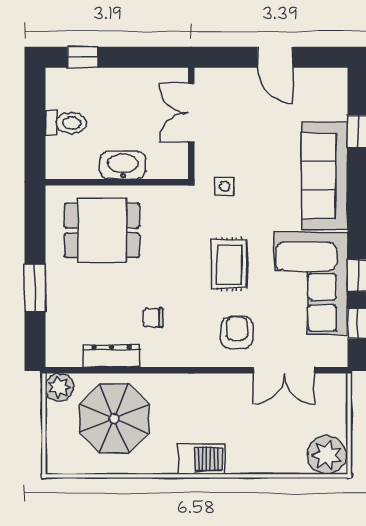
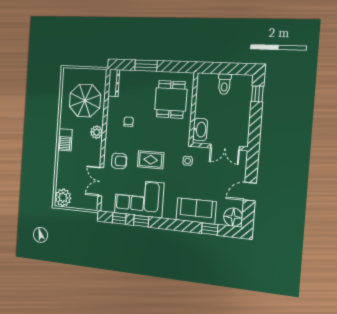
floor lamp: (329, 86) -> (233, 217), added
double door: (191, 113) -> (225, 147), swing flipped
washbasin: (123, 165) -> (200, 130), moved
sofa: (325, 176) -> (196, 211), width x0.73
dresser: (112, 356) -> (114, 83), moved
plant: (59, 387) -> (97, 132), moved

